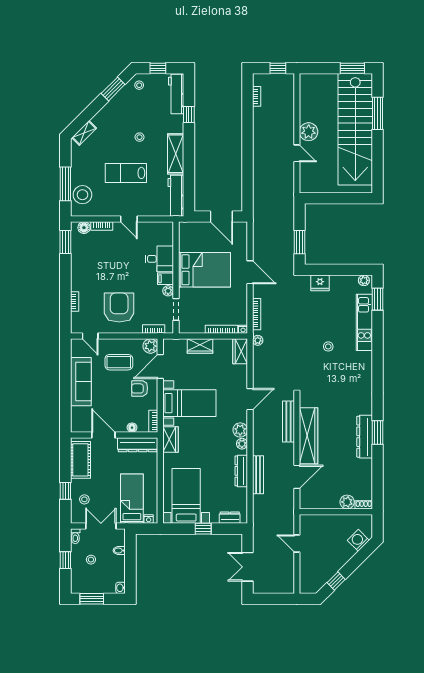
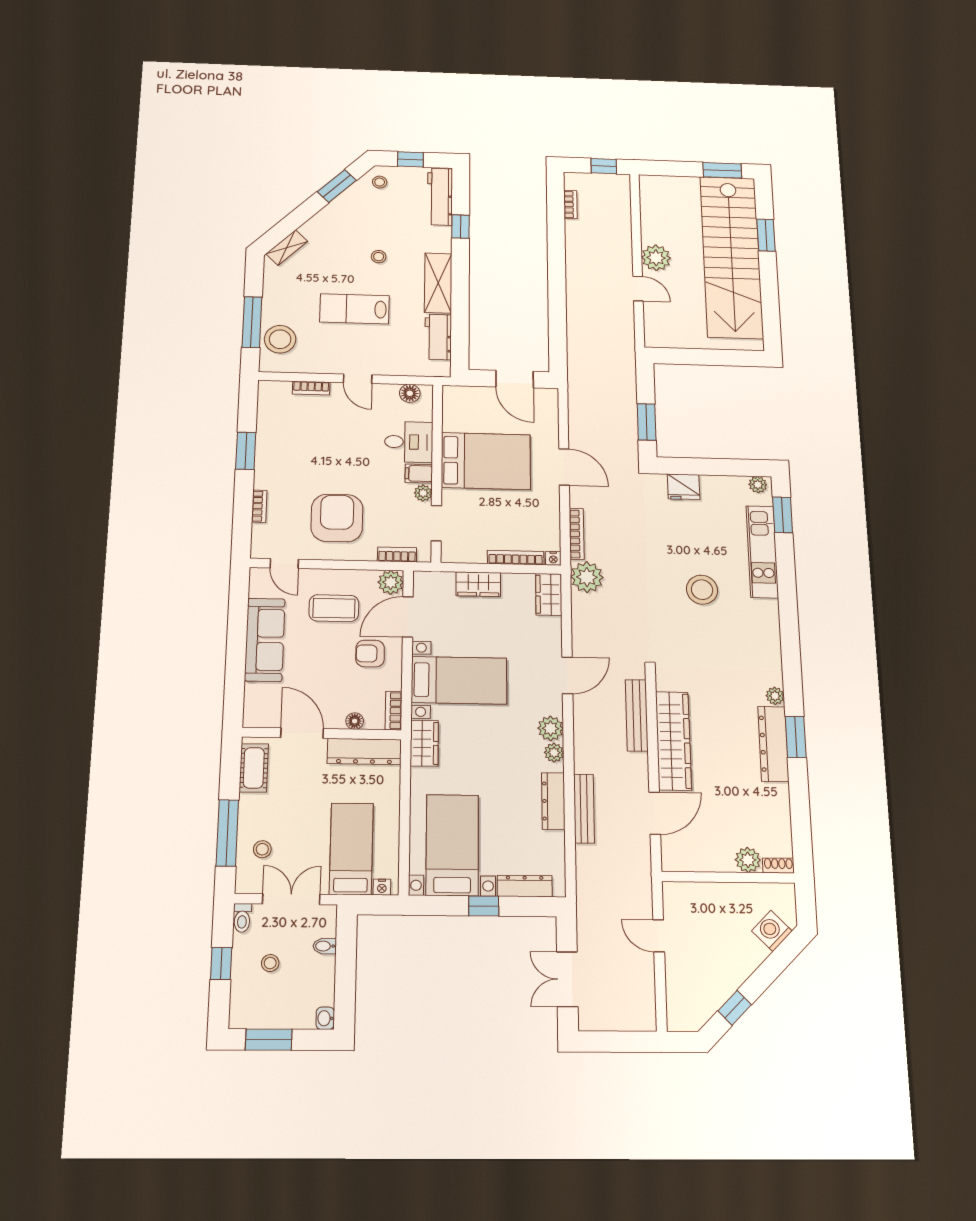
window: (377, 113) -> (766, 235), width x0.69
workbench: (176, 196) -> (438, 337), width x0.73
floor lamp: (84, 228) -> (410, 393), moved
window: (65, 242) -> (246, 451), moved
plant: (258, 340) -> (587, 577), width x1.88, depth x1.88
stool: (328, 346) -> (702, 590), width x1.89, depth x1.89
plant: (367, 409) -> (775, 696), added
cot: (80, 460) -> (254, 768), width x0.73, depth x0.75
window: (65, 491) -> (227, 833), width x2.17
dresser: (230, 518) -> (525, 886), width x1.44

